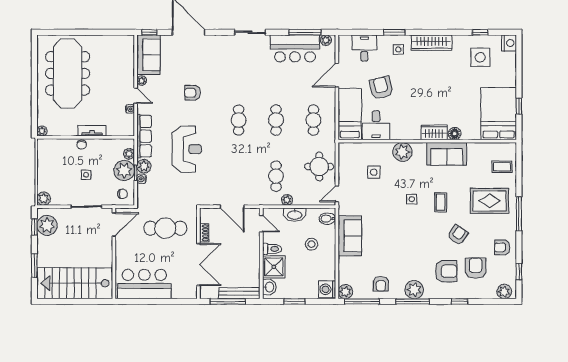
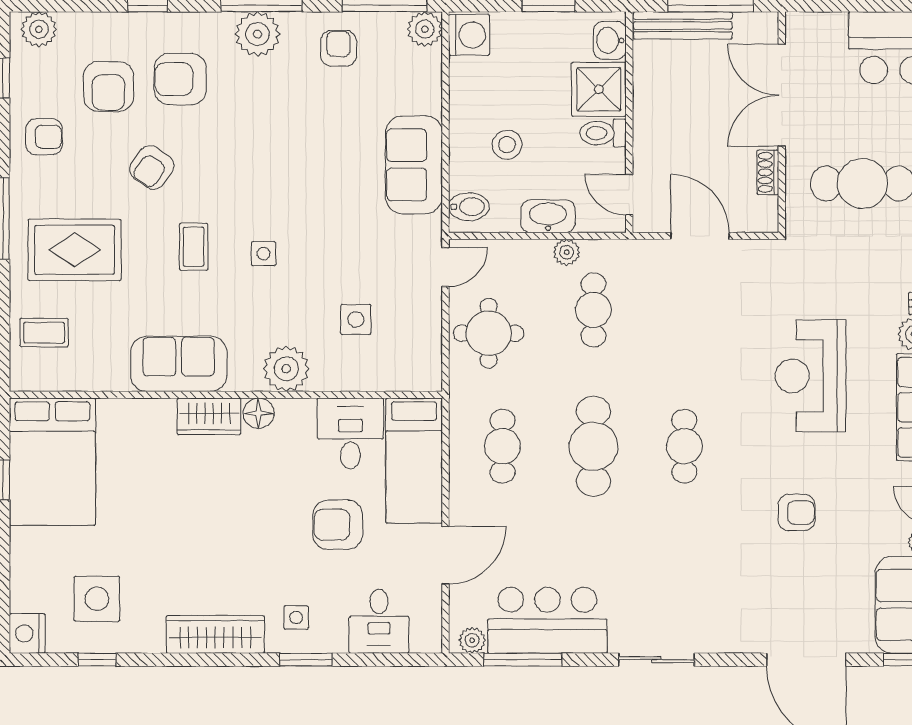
armchair: (381, 88) -> (338, 525), turned 103
cafe table: (276, 120) -> (593, 446), width x1.37, depth x1.35
floor lamp: (455, 134) -> (259, 413), moved

